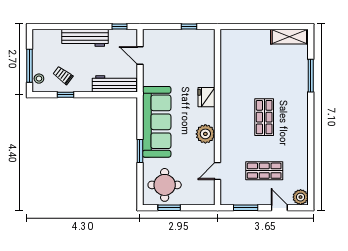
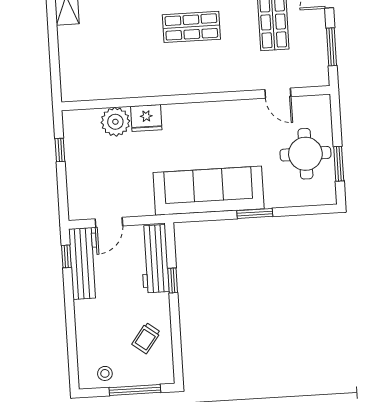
workbench: (85, 38) -> (84, 263), moved
stool: (39, 79) -> (105, 373), moved
window: (66, 95) -> (173, 281), moved
fridge: (207, 97) -> (146, 118), moved
plant: (205, 134) -> (115, 122), moved
round table: (165, 185) -> (305, 154), moved

